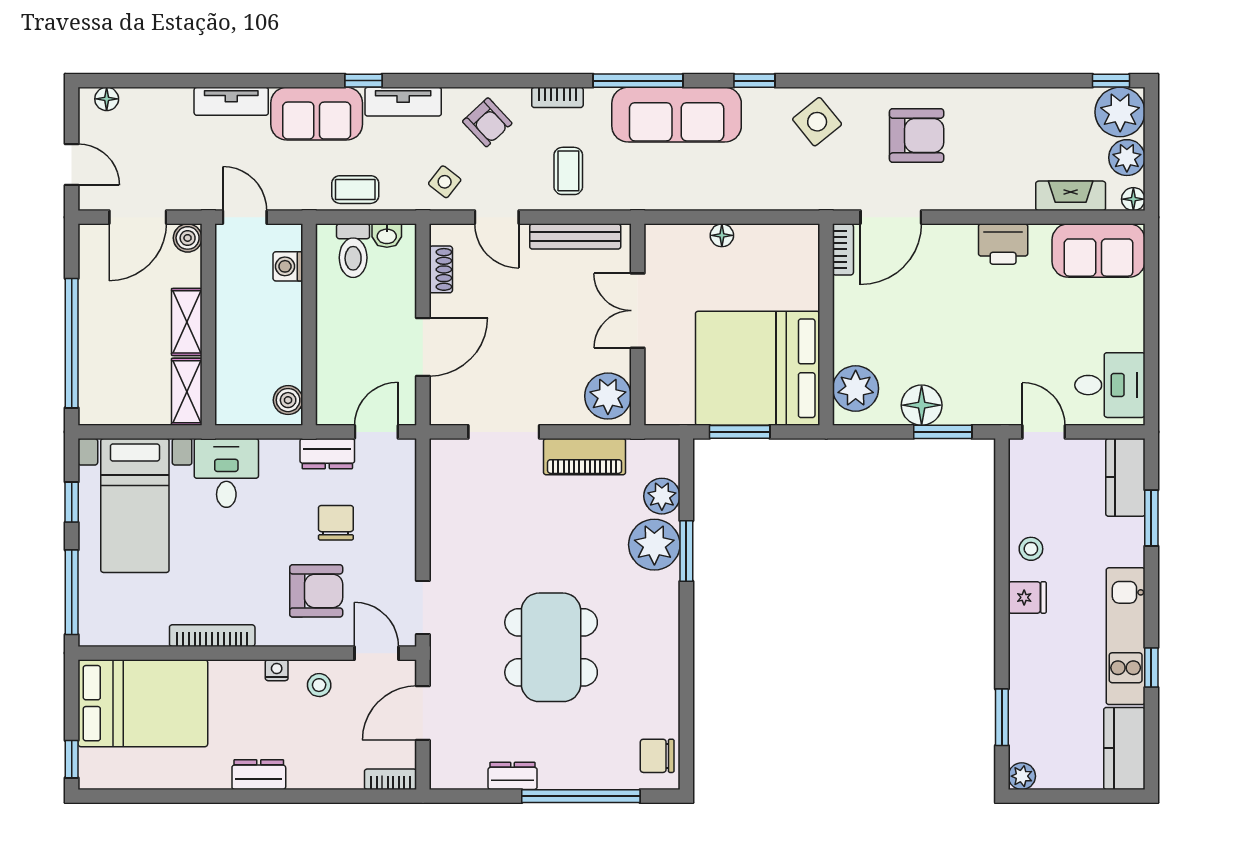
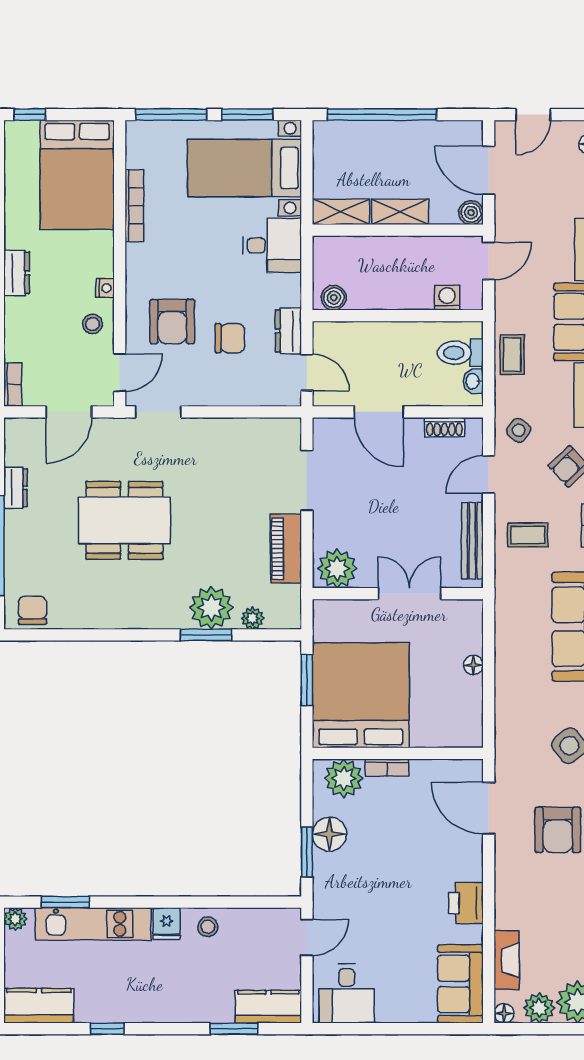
bookcase: (843, 249) -> (387, 768), moved
plant: (662, 496) -> (253, 618), width x0.73, depth x0.73
window: (72, 502) -> (247, 115), width x1.50
bookcase: (212, 636) -> (134, 206), moved
kitchen unit: (1126, 636) -> (93, 924), moved, turned 180
door: (423, 713) -> (69, 412), swing flipped

